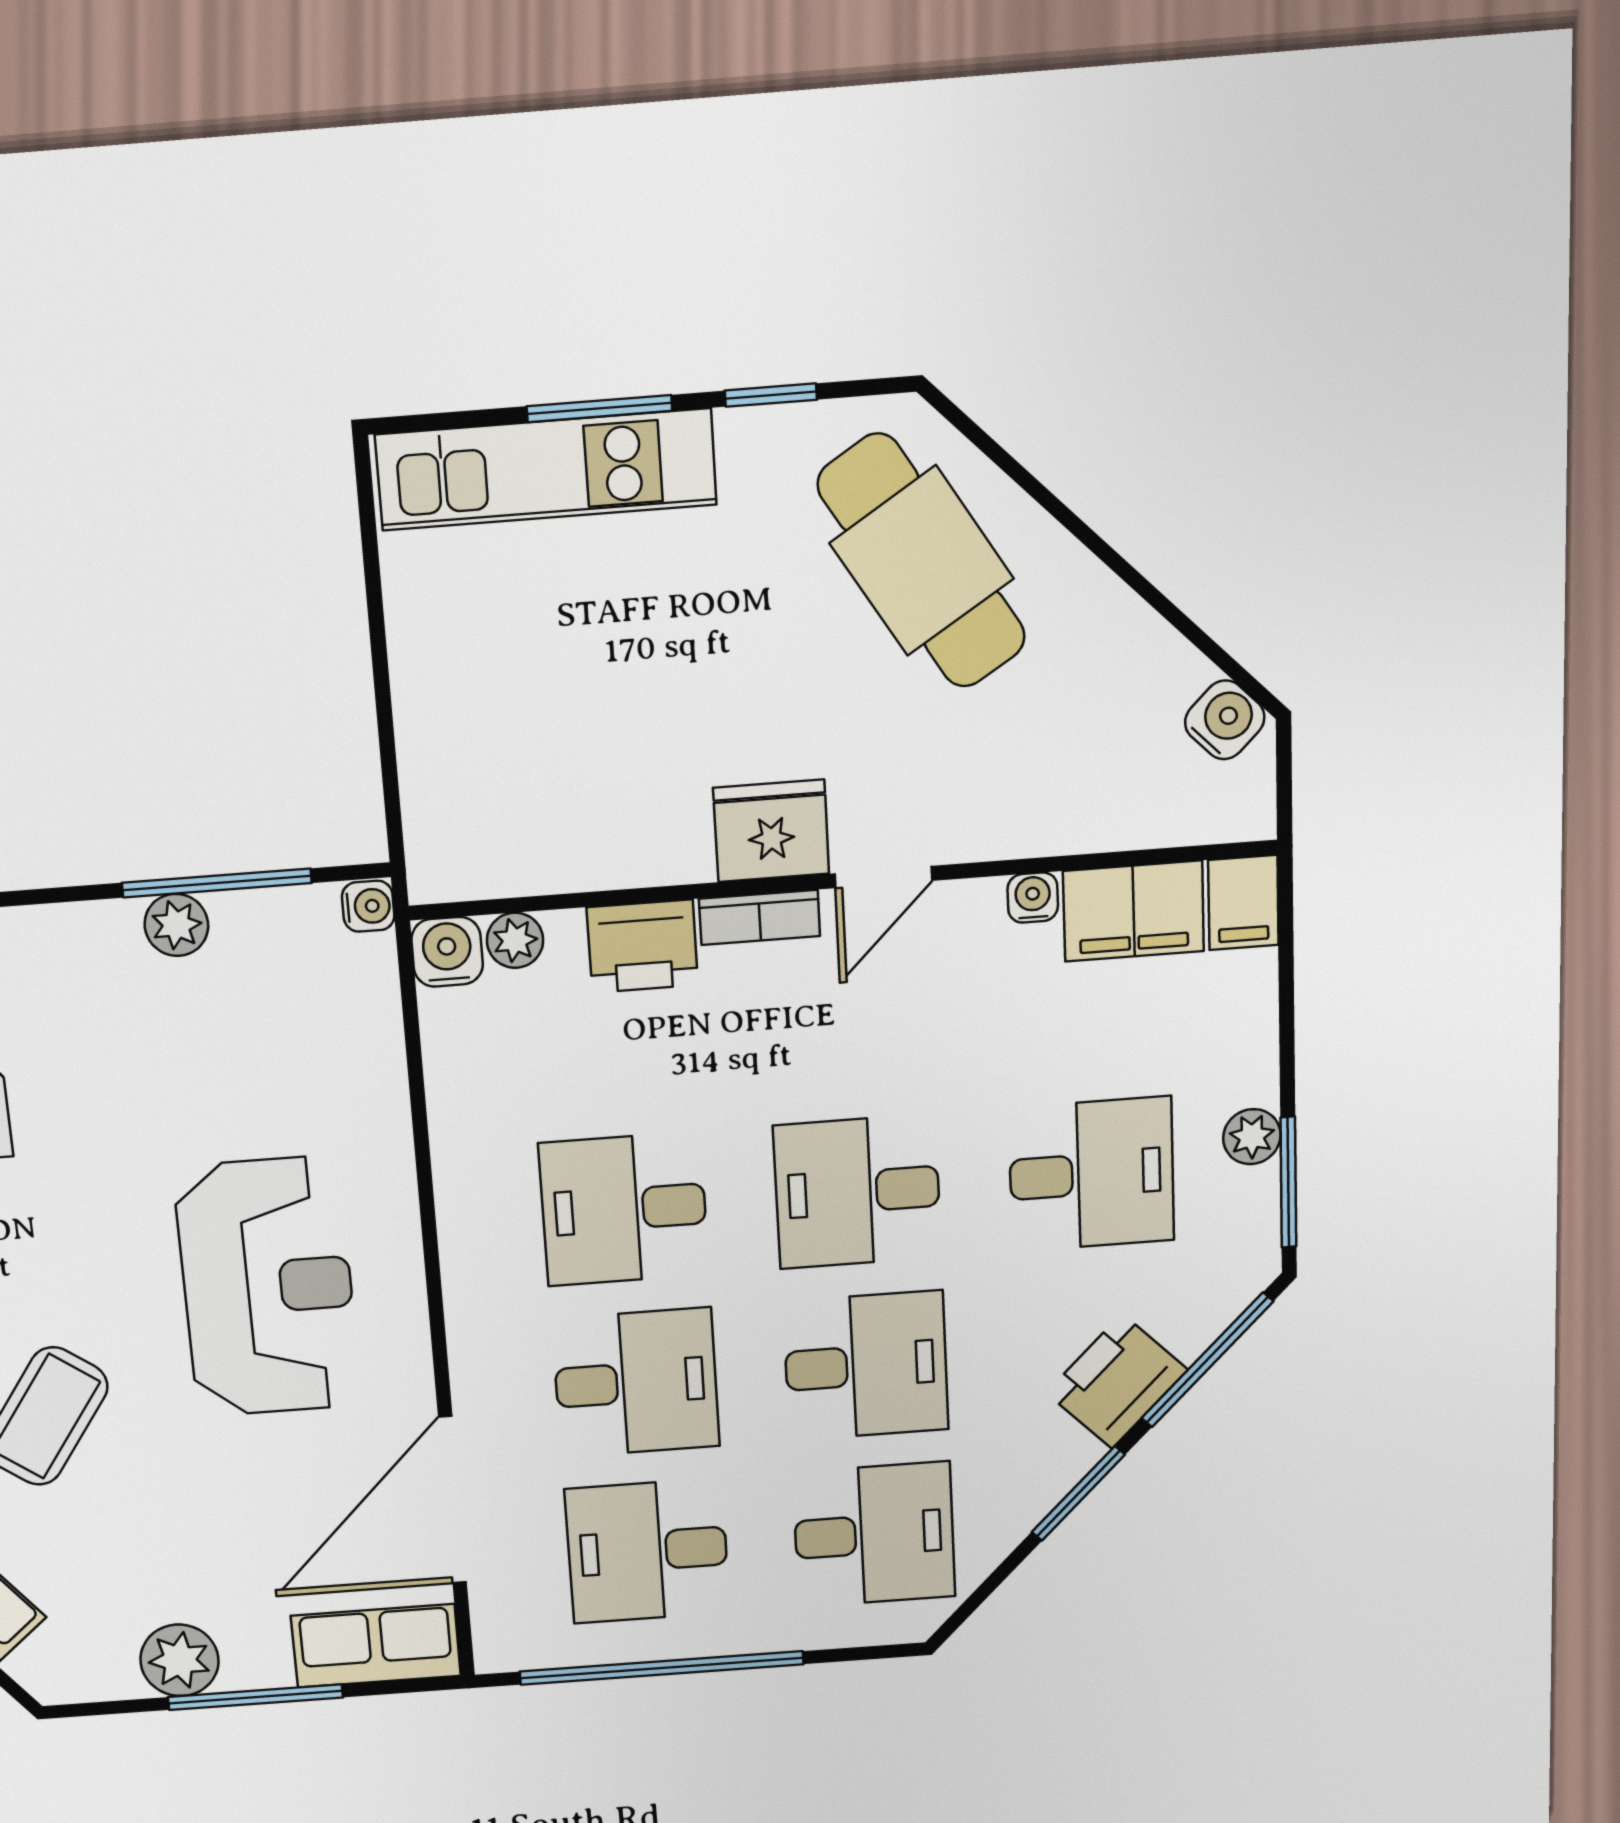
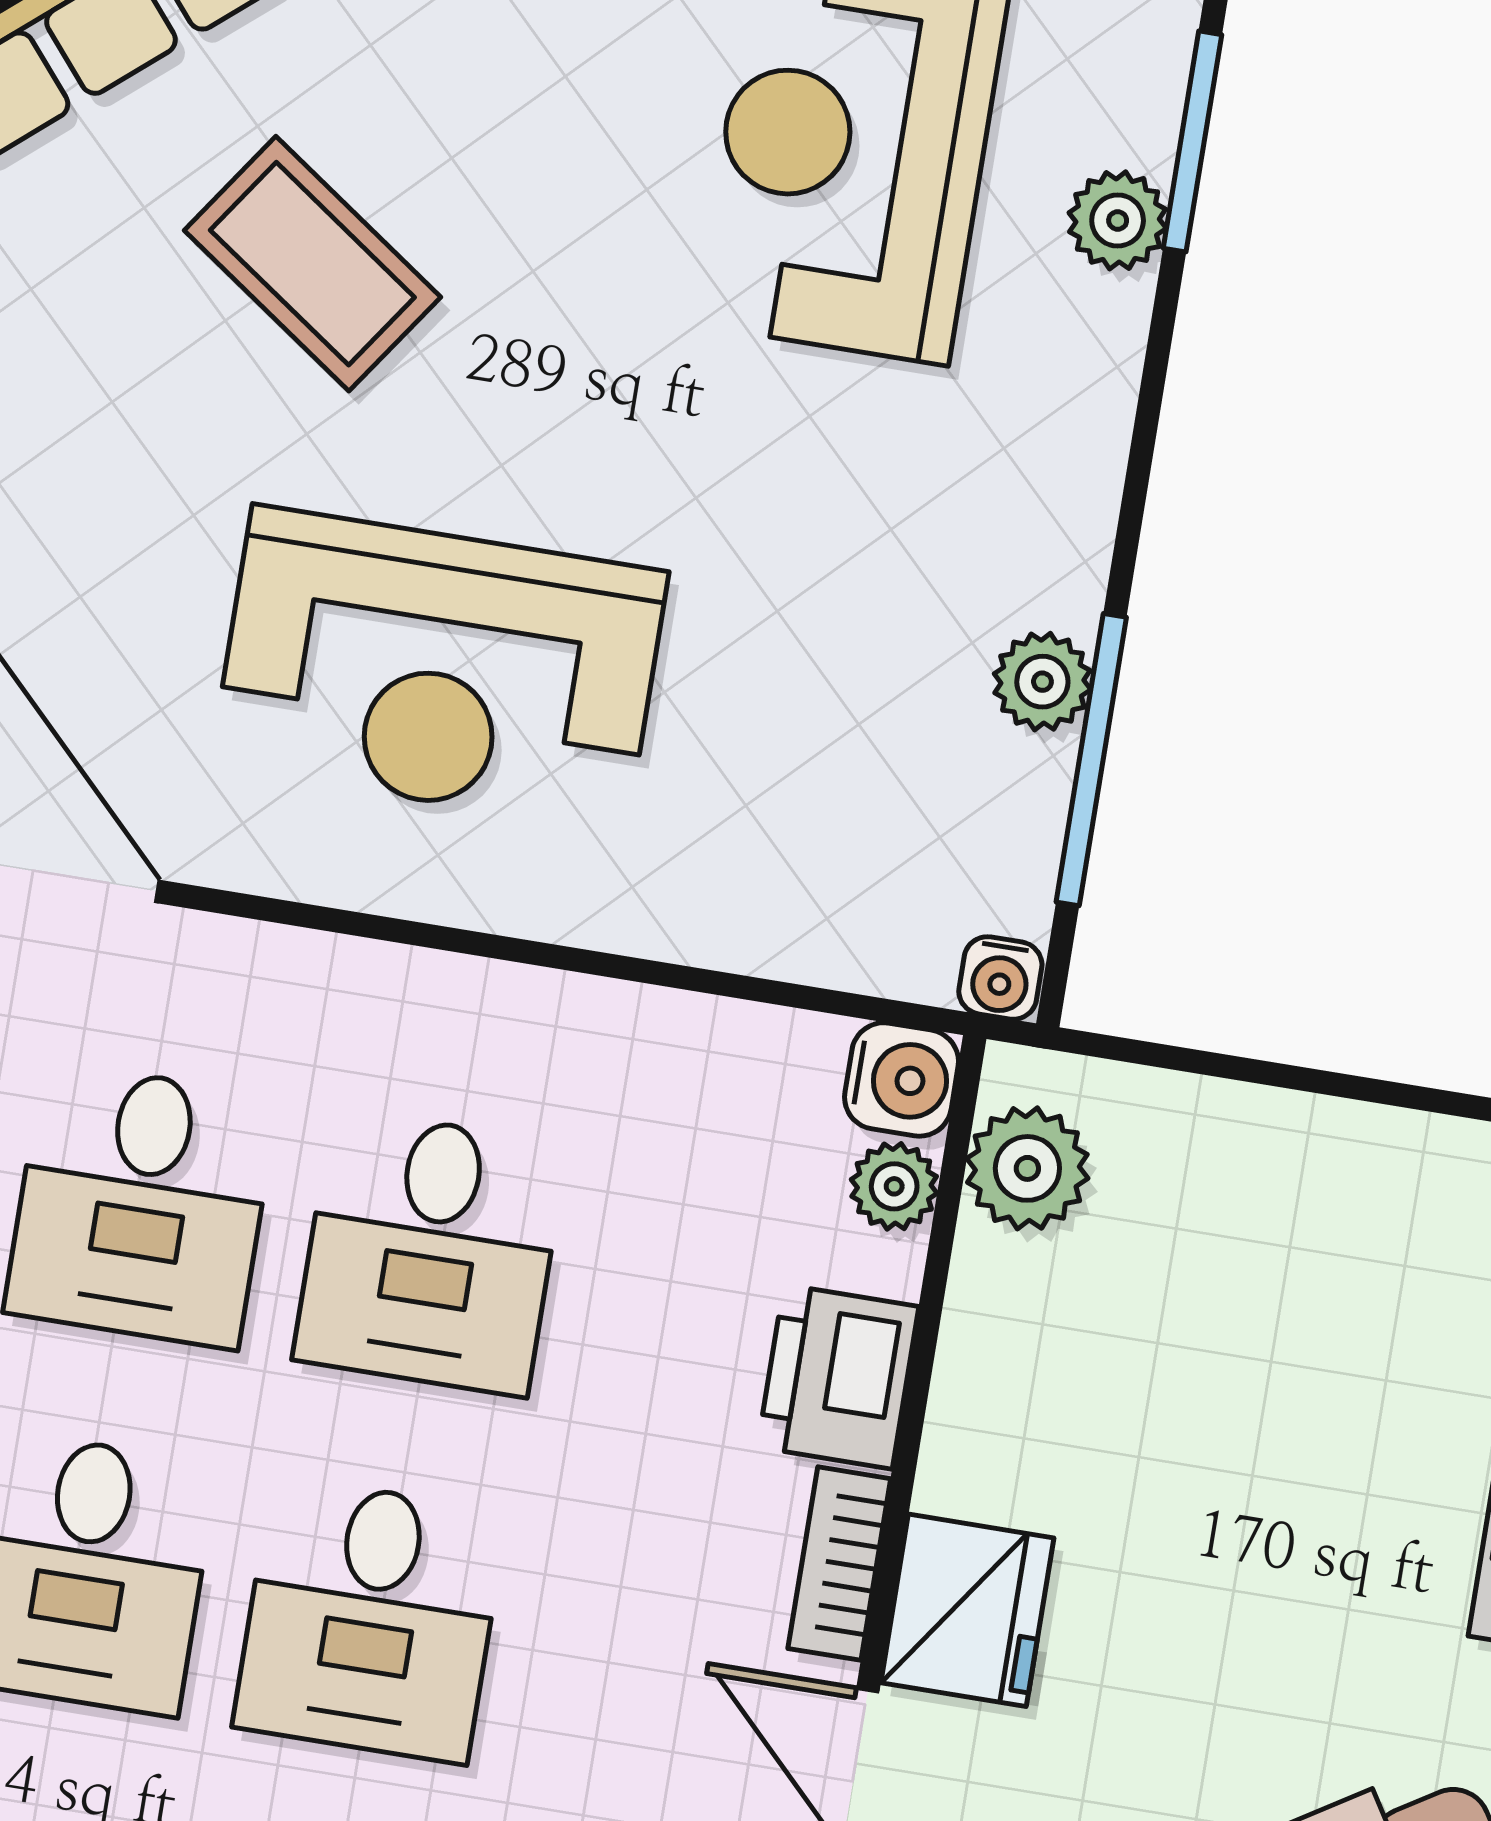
plant: (483, 861) -> (1027, 1168), added
desk: (857, 1192) -> (370, 1619), turned 180
desk: (624, 1209) -> (430, 1252), turned 180

